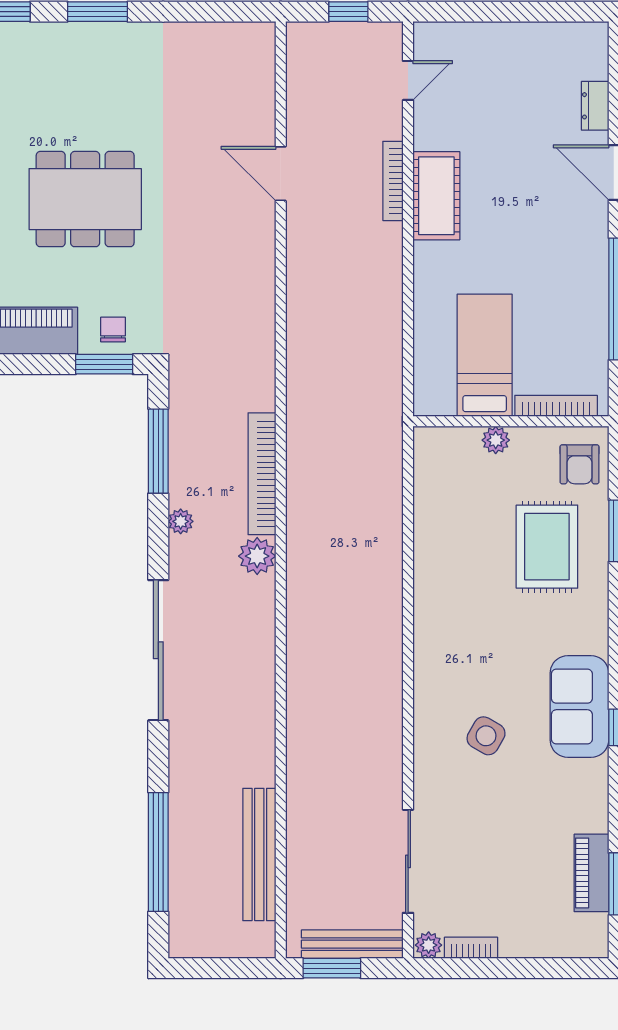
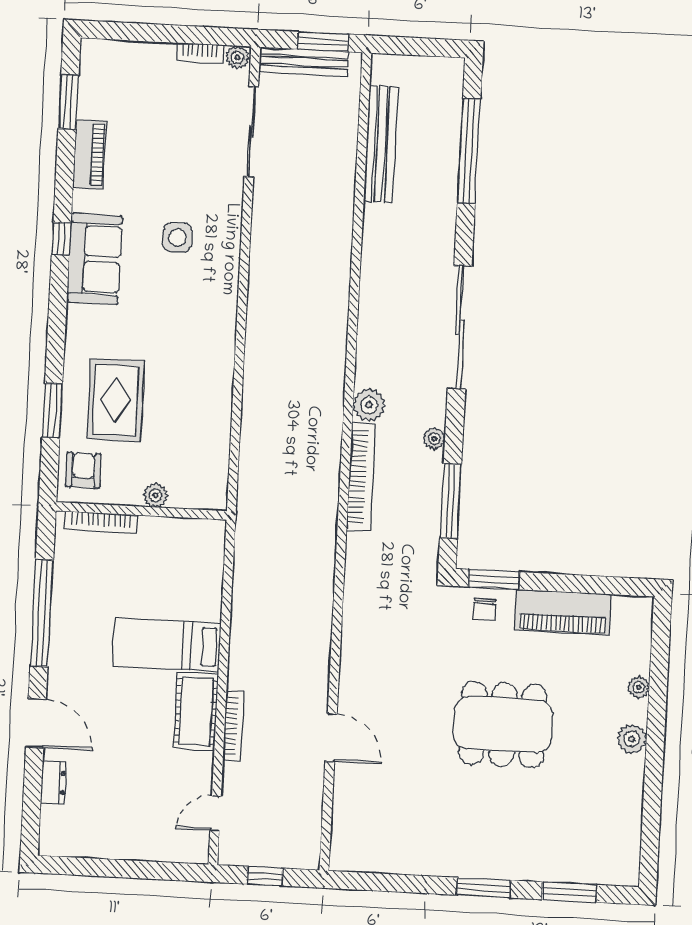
bed: (485, 355) -> (167, 645), moved, turned 90
side table: (486, 736) -> (177, 237), turned -30
piano: (591, 873) -> (89, 155), moved

